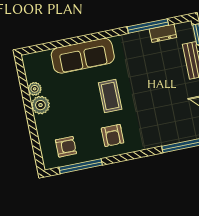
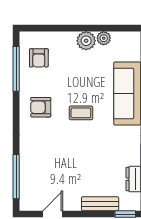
coffee table: (110, 96) -> (81, 113), width x0.73, depth x0.77

